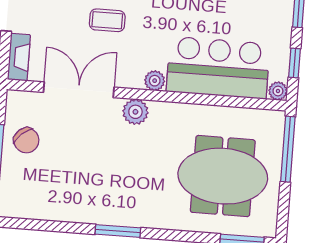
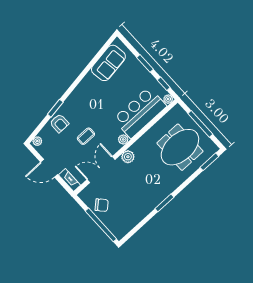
window: (288, 149) -> (200, 124), moved

